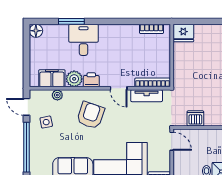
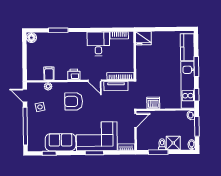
desk: (83, 40) -> (98, 44), moved
filing cabinet: (52, 78) -> (49, 74), width x0.50
plant: (74, 79) -> (61, 74), removed
armchair: (91, 115) -> (74, 101), turned -109
door: (172, 141) -> (135, 120), hinge flipped

